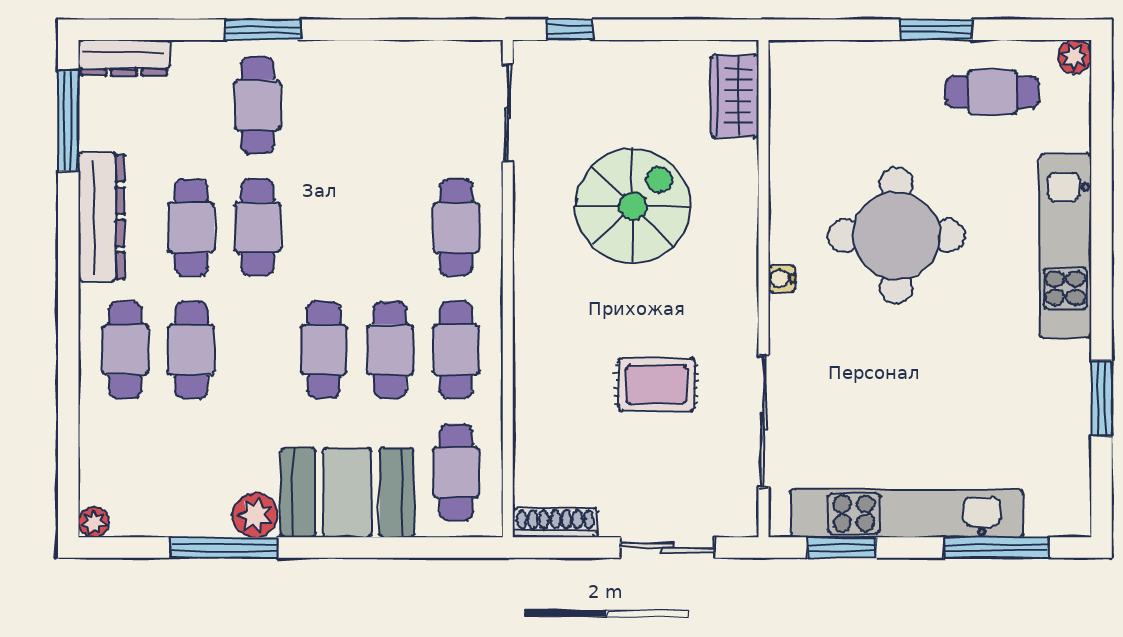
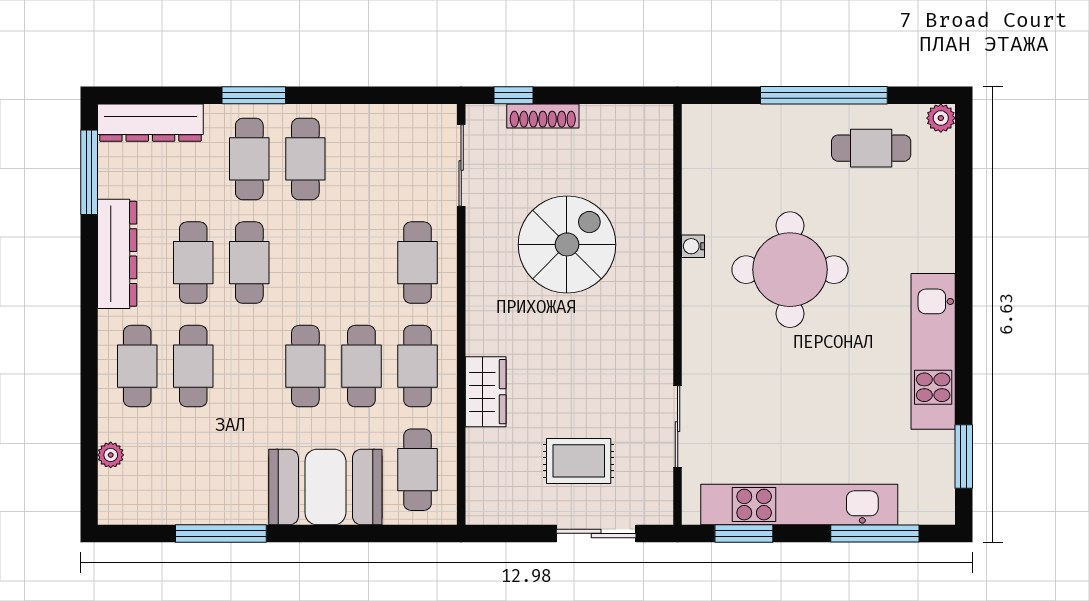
window: (936, 30) -> (824, 95), width x2.11
dresser: (124, 58) -> (150, 123), width x1.37, depth x1.24
wardrobe: (735, 96) -> (486, 392), moved, turned 180
cafe table: (324, 105) -> (305, 159), added
kitchen unit: (1065, 246) -> (933, 351), moved
water cooler: (782, 279) -> (693, 246), moved
rug: (656, 384) -> (579, 461), moved
window: (1102, 398) -> (964, 457), moved
sliding door: (763, 421) -> (678, 427), width x0.73
plant: (255, 515) -> (247, 506), removed
plant: (94, 522) -> (111, 455), moved
shoe rack: (555, 523) -> (543, 116), moved, turned 180

